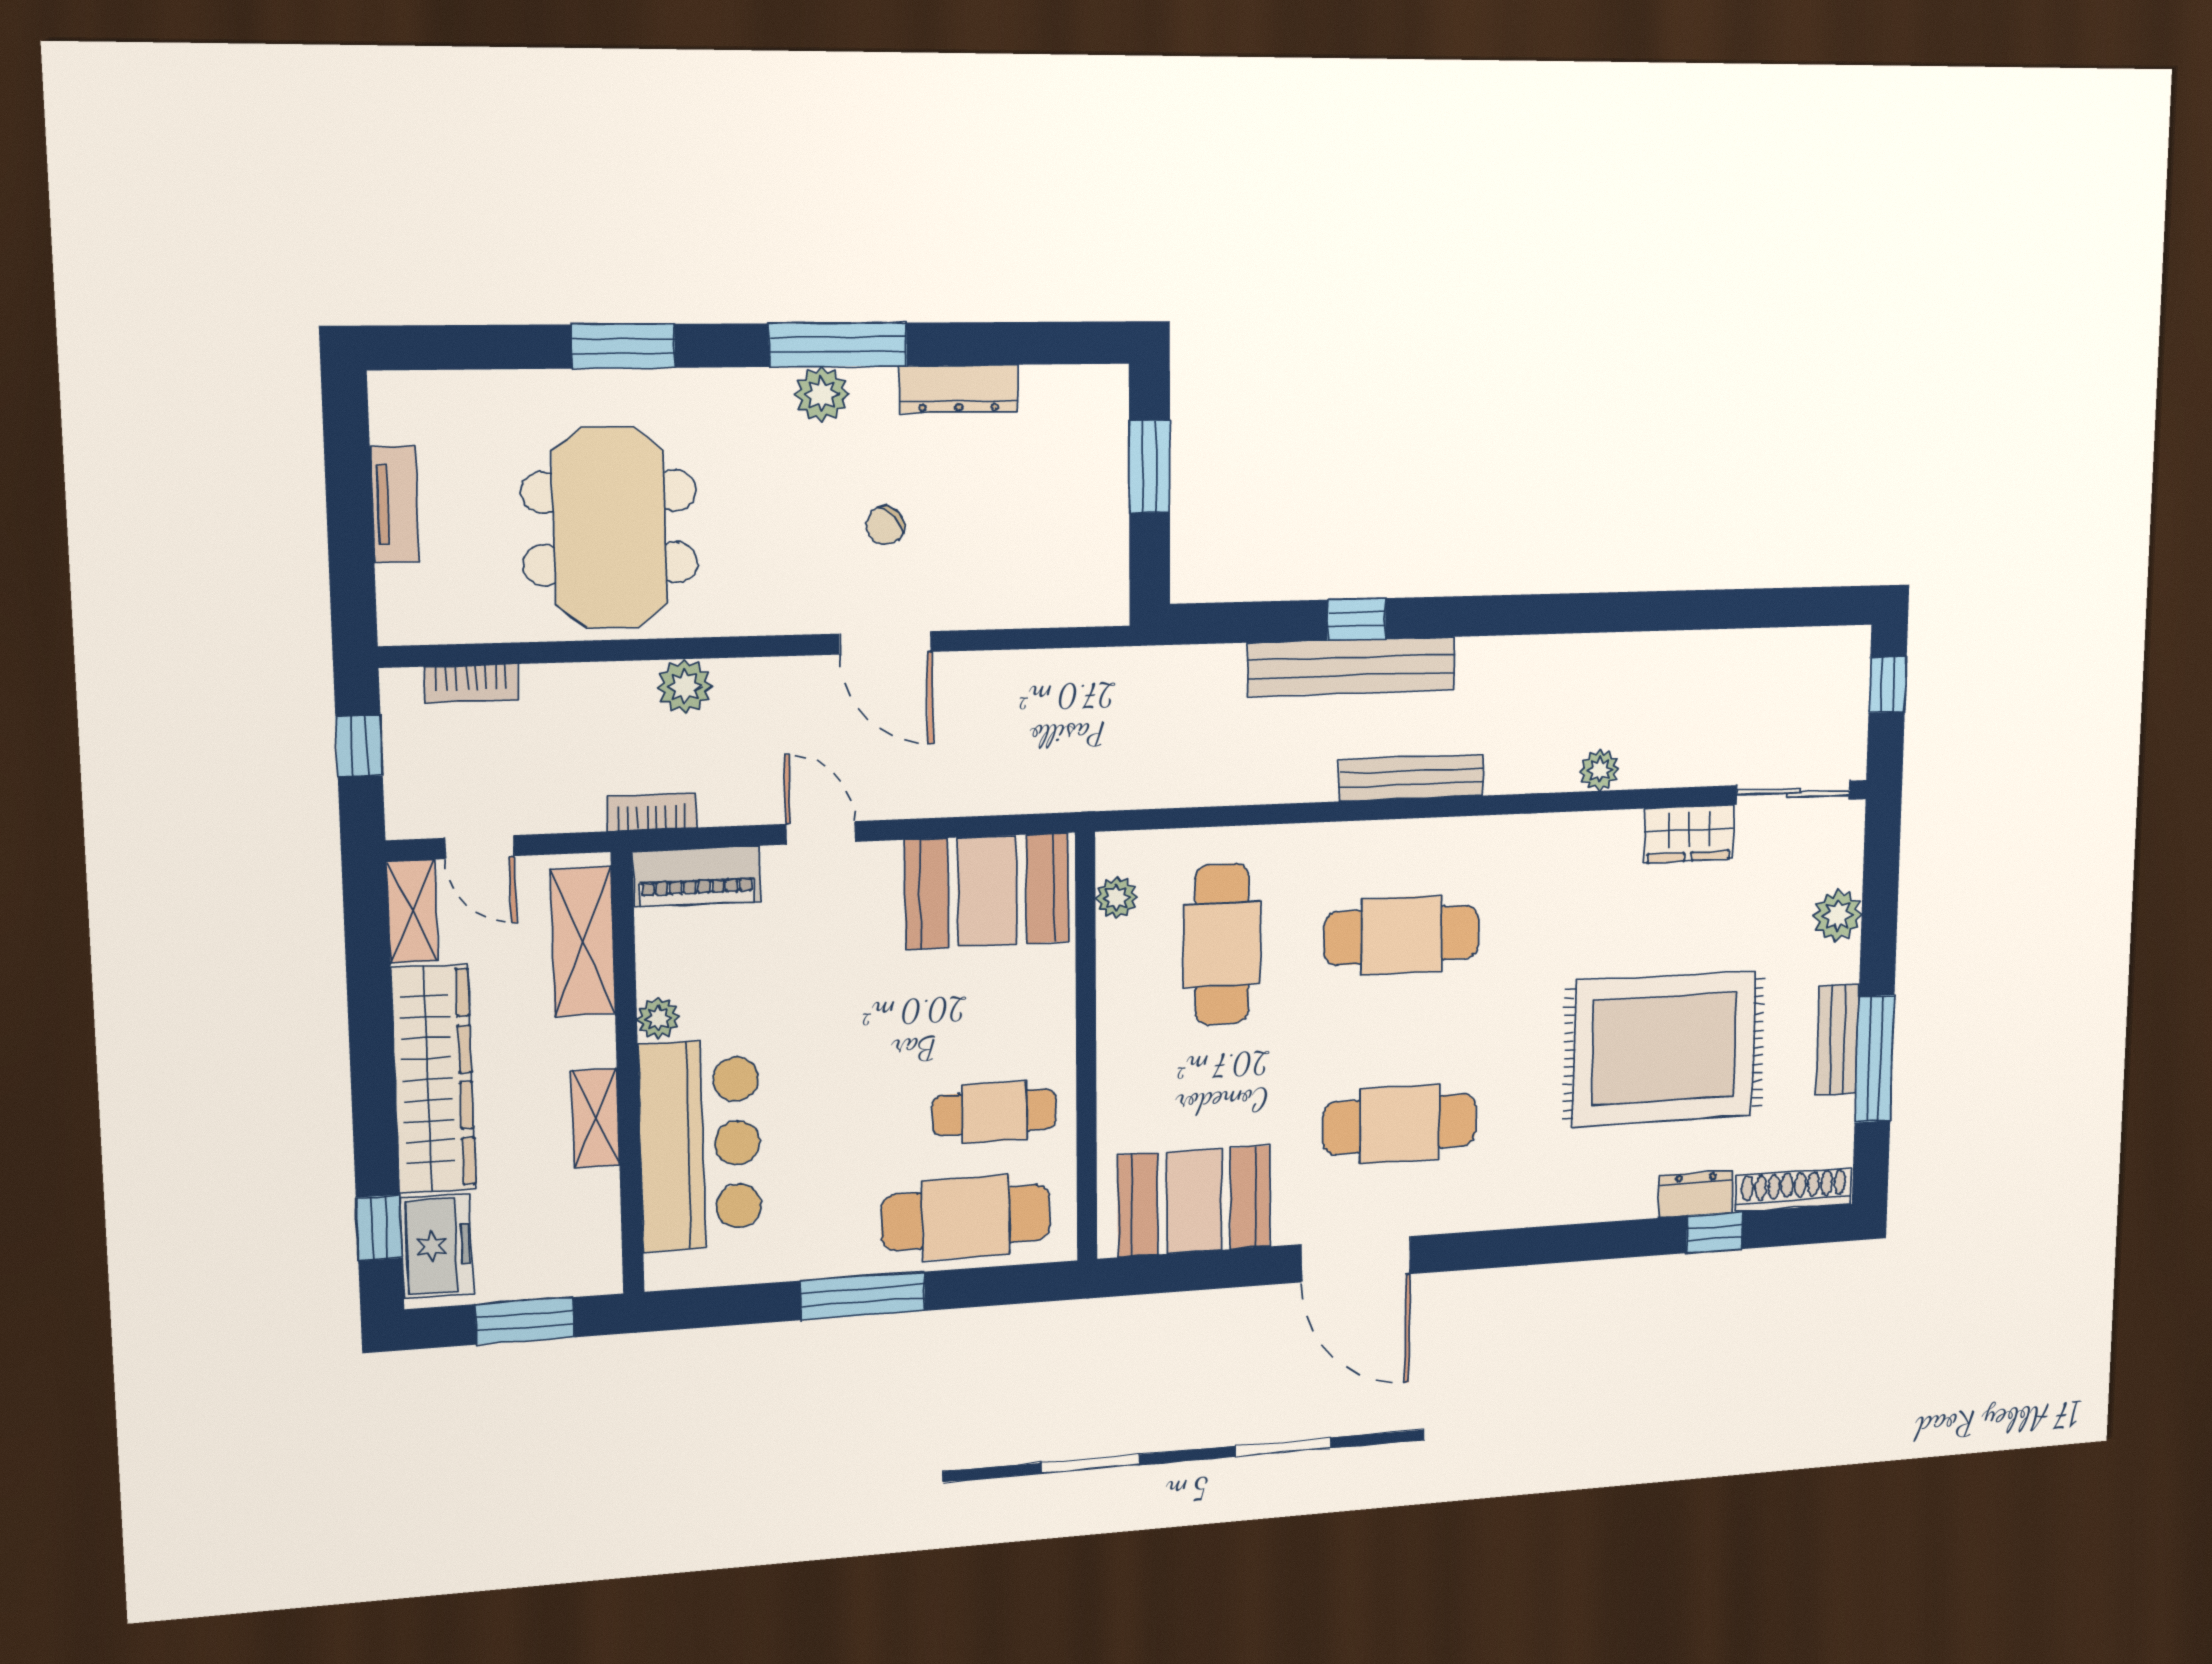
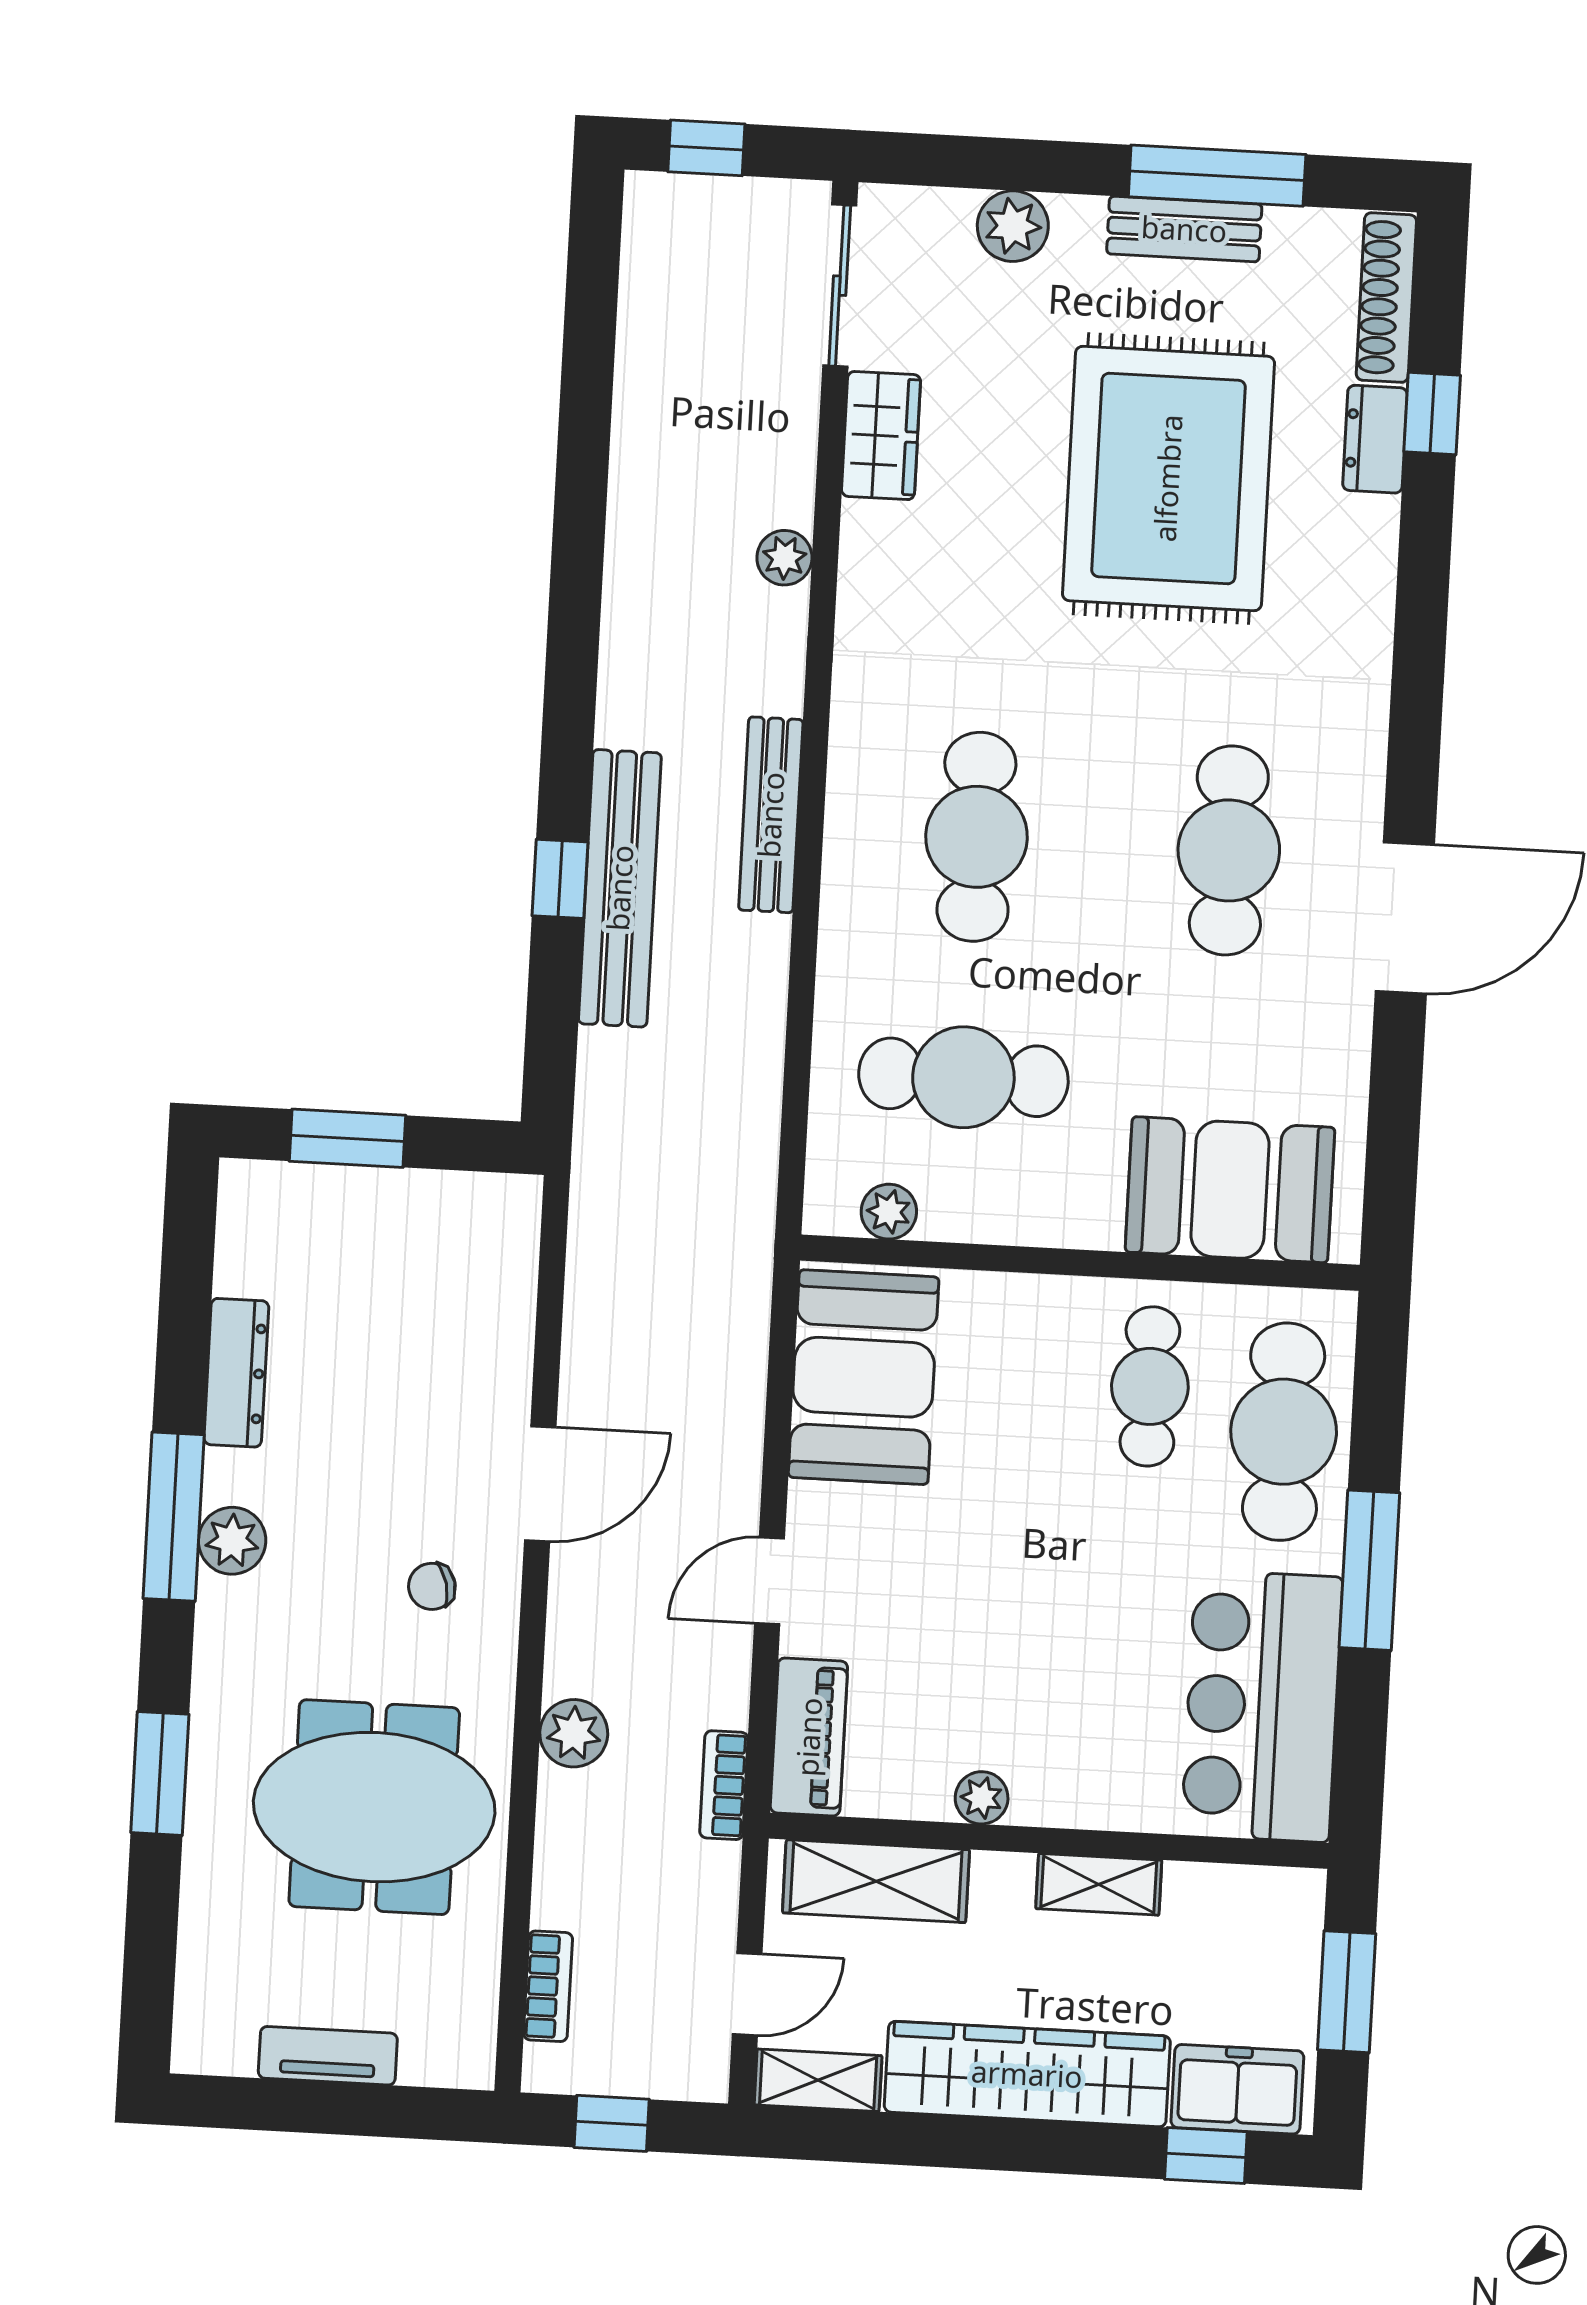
chair: (885, 526) -> (432, 1586), moved, turned 119
bar counter: (700, 1145) -> (1262, 1706), moved, turned -90
booth: (1194, 1201) -> (1230, 1190), moved, turned 90

